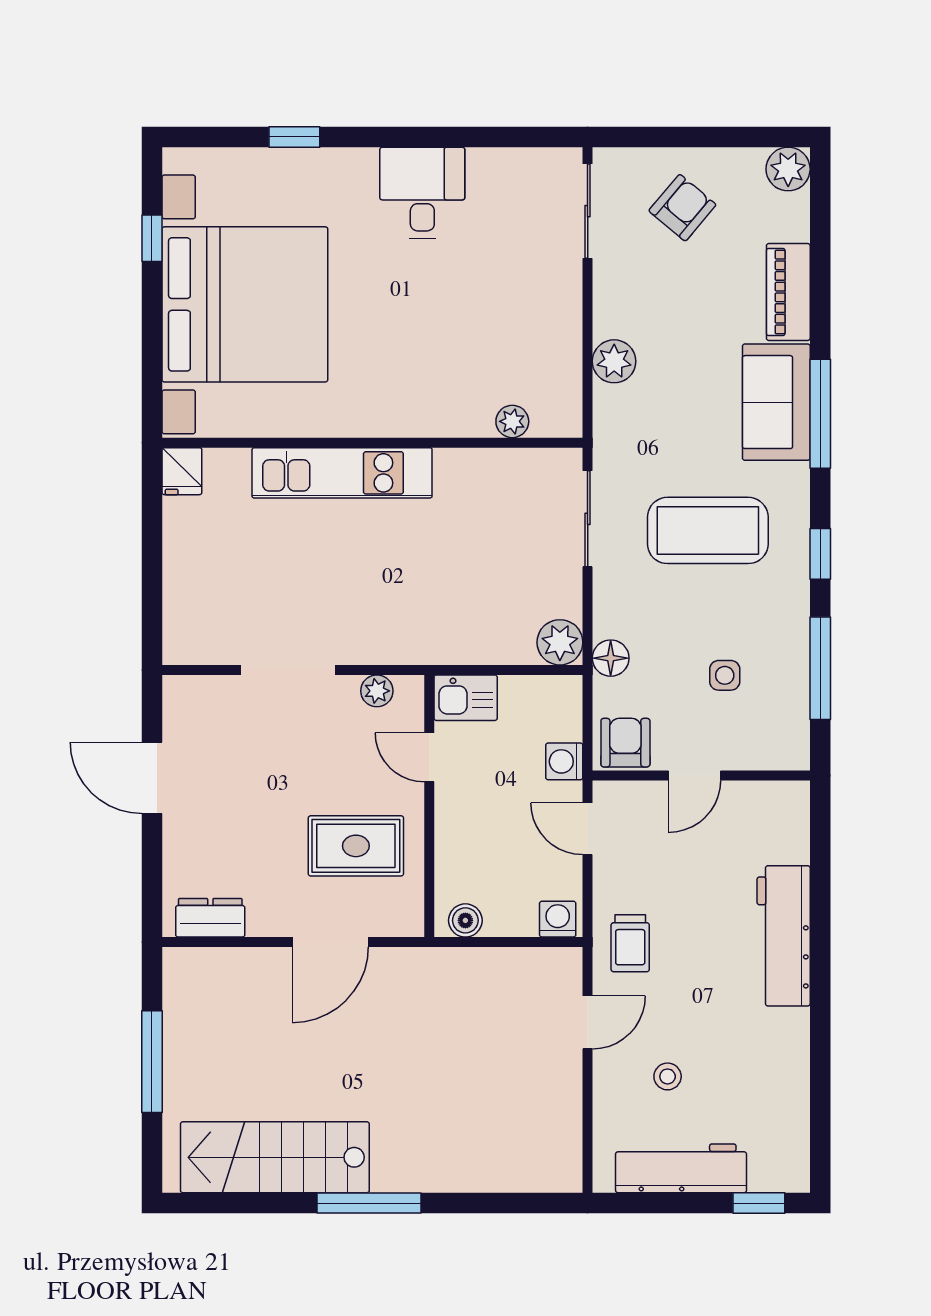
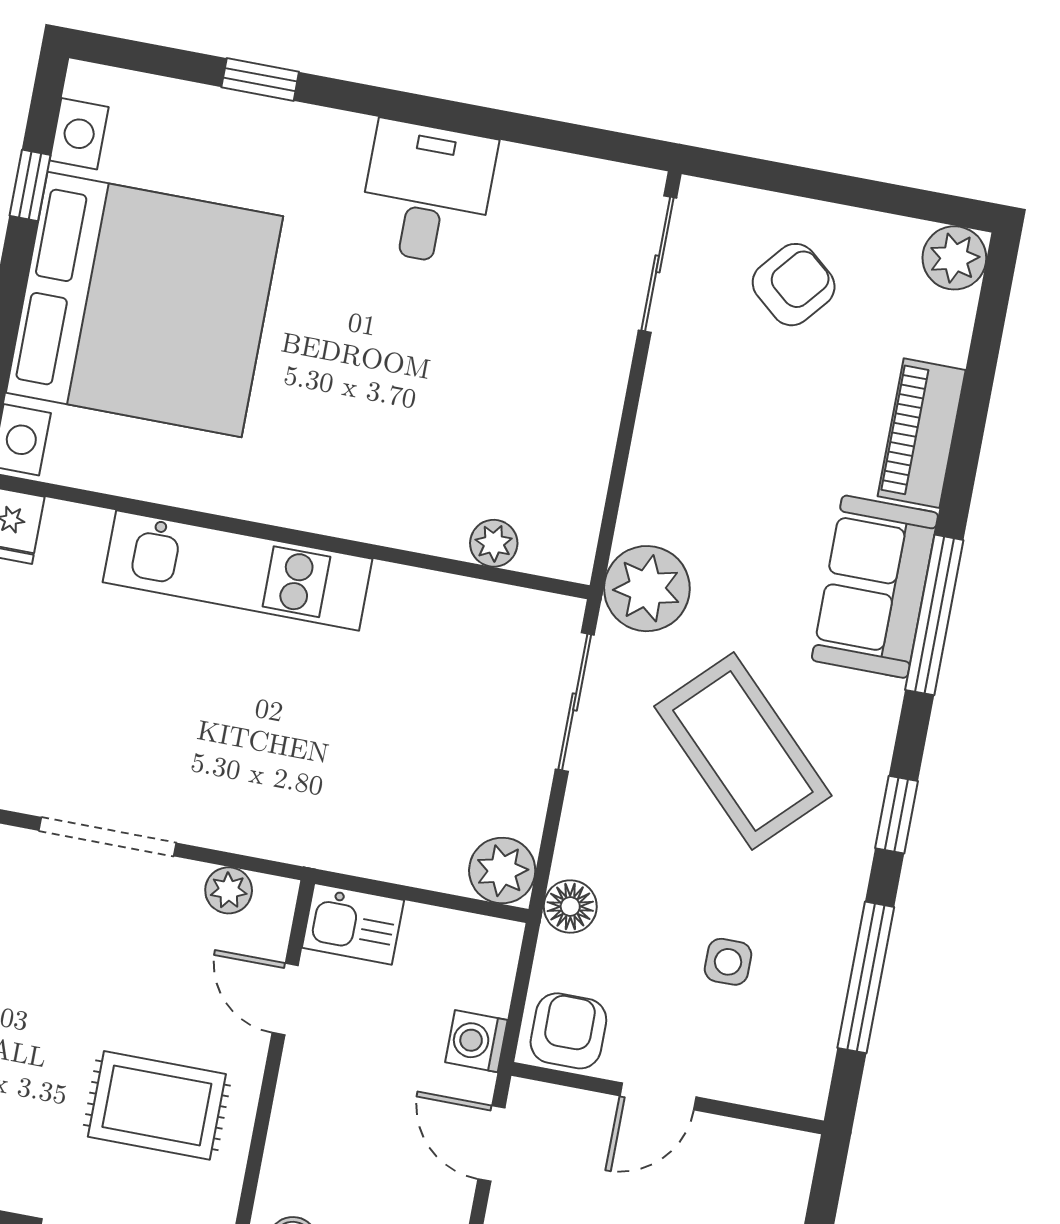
plant: (614, 361) -> (647, 589), moved, width x1.36, depth x1.36
coffee table: (708, 530) -> (743, 751), turned 45

